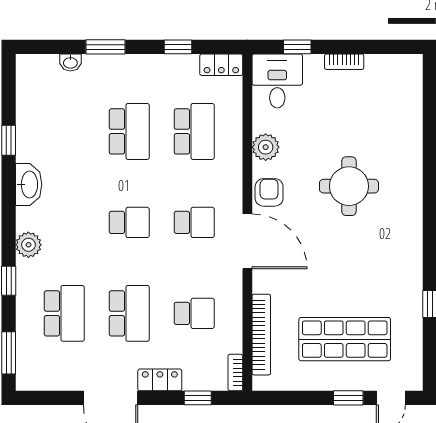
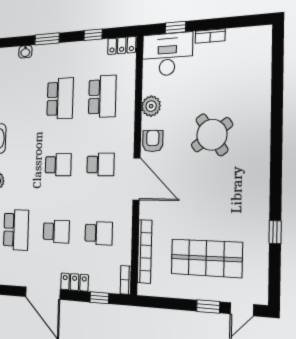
desk: (277, 81) -> (167, 54), width x1.37
round table: (349, 186) -> (212, 135), turned -35
school desk: (129, 313) -> (56, 231), width x0.54

